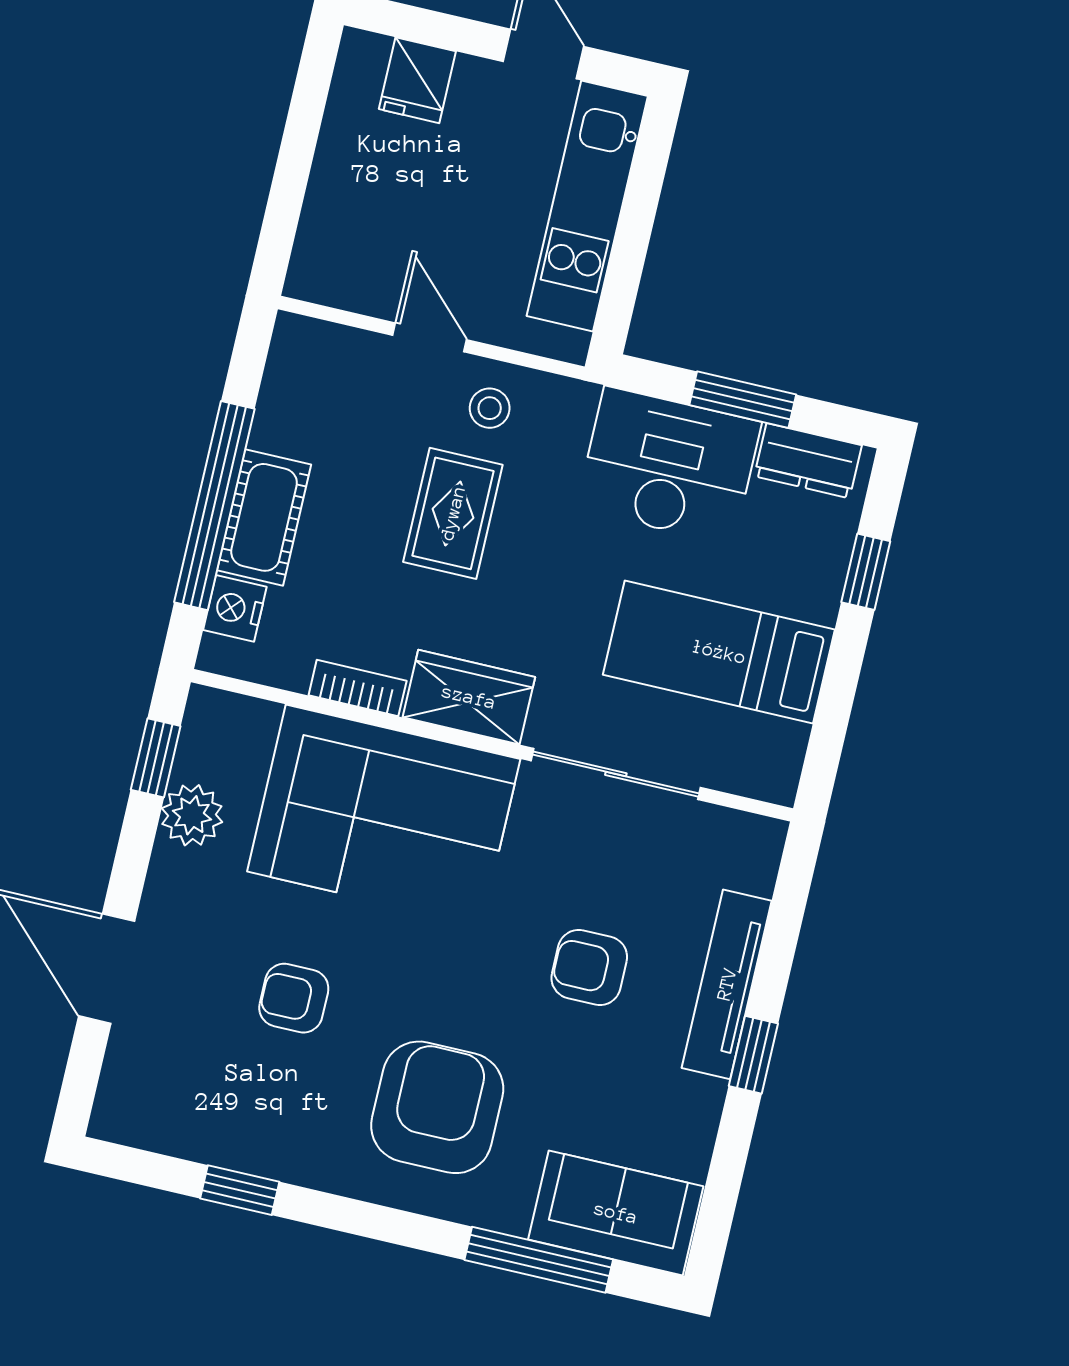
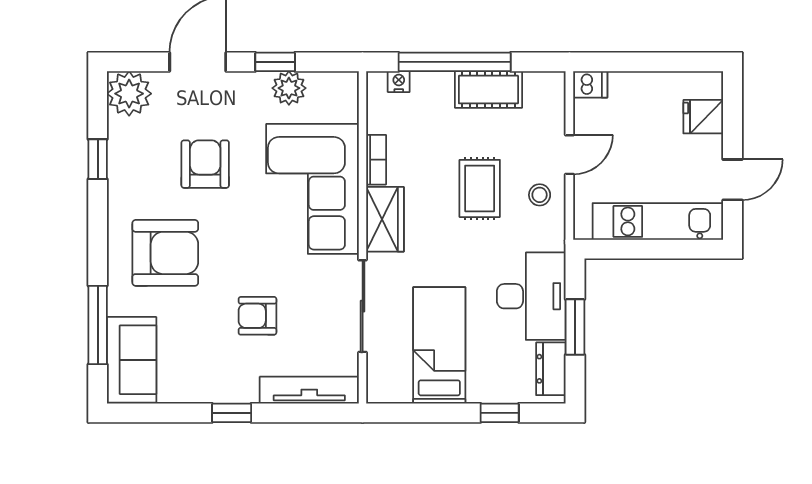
dishwasher: (312, 271) -> (590, 84), added
rug: (453, 513) -> (480, 188), turned 90
cot: (264, 517) -> (488, 90), moved
nightstand: (235, 608) -> (399, 82), width x0.72, depth x0.74
window: (156, 758) -> (275, 62), moved
armchair: (589, 967) -> (257, 316), turned -90
tv unit: (727, 984) -> (309, 390), moved
armchair: (294, 998) -> (205, 164), width x1.38, depth x1.38
plant: (135, 1106) -> (129, 94), added

